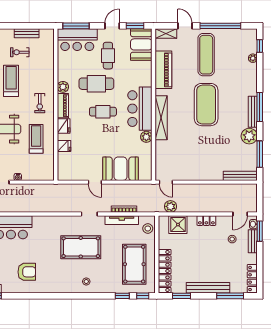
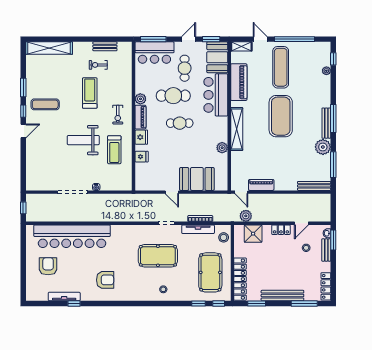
bar counter: (140, 109) -> (216, 95), moved
treadmill: (36, 139) -> (114, 150), turned 180
piano: (186, 175) -> (261, 185), added
door: (240, 214) -> (301, 223), moved

